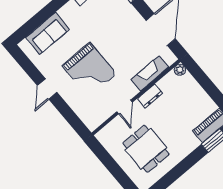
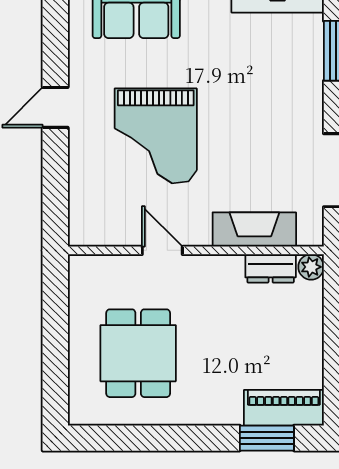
dresser: (150, 96) -> (271, 268), moved
door: (125, 107) -> (162, 250), swing flipped

